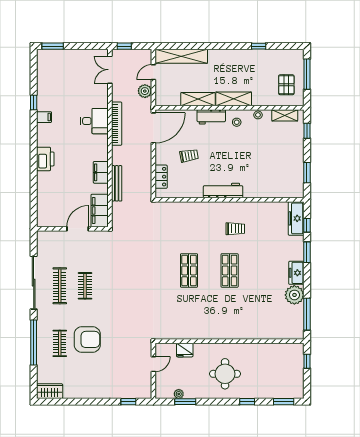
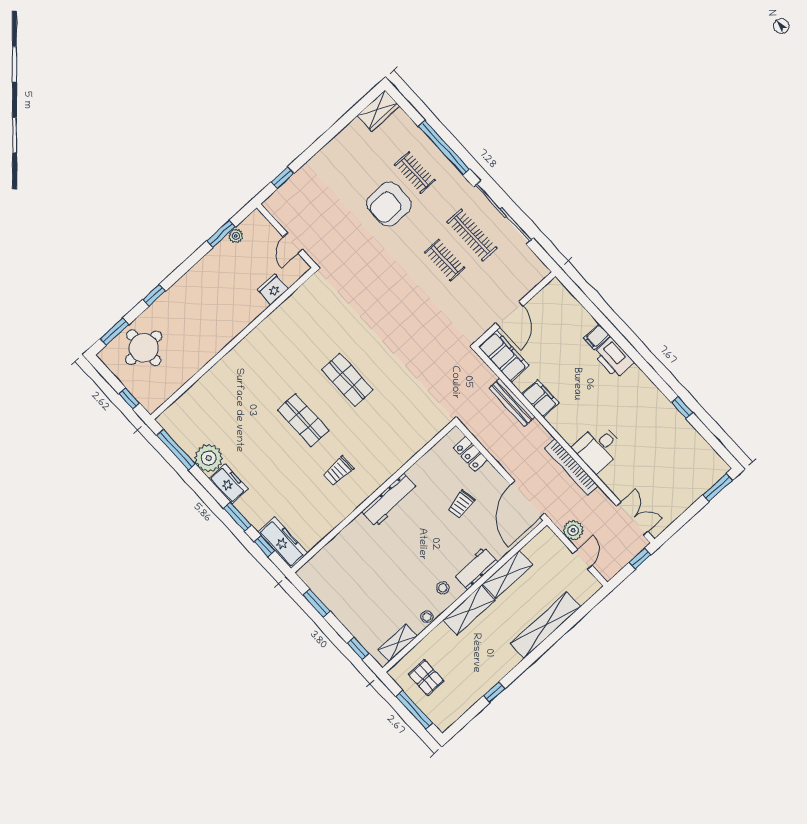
shelving: (181, 56) -> (545, 625), moved
filing cabinet: (44, 117) -> (597, 337), moved
round table: (225, 374) -> (144, 348), moved

